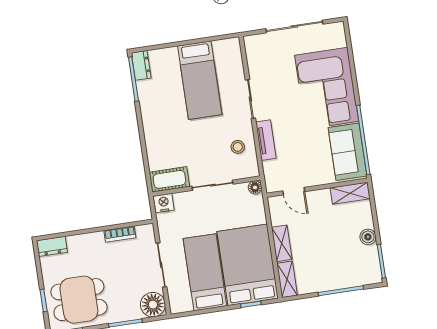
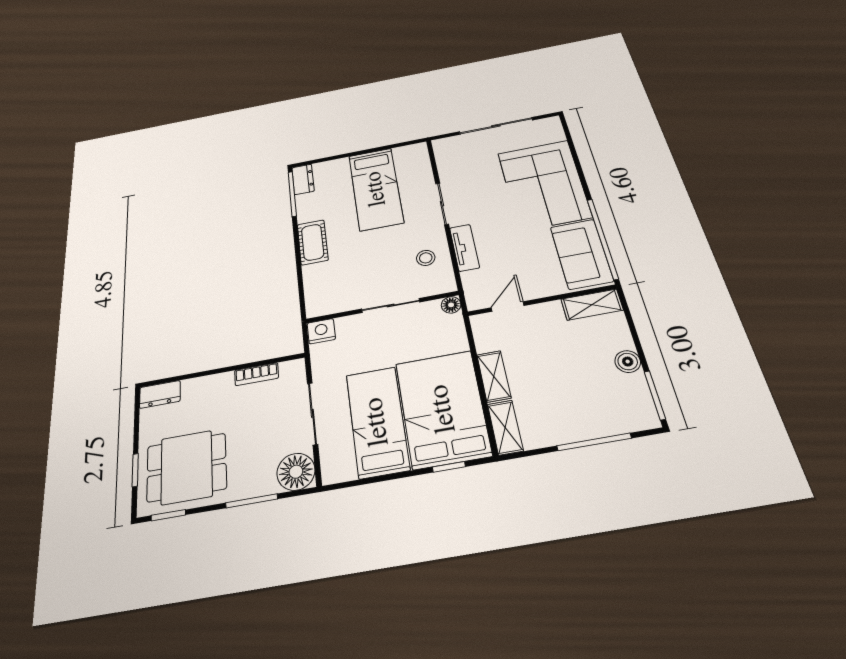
cot: (169, 179) -> (313, 242), moved, turned 90
door: (294, 191) -> (508, 307), swing flipped

